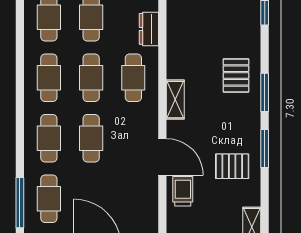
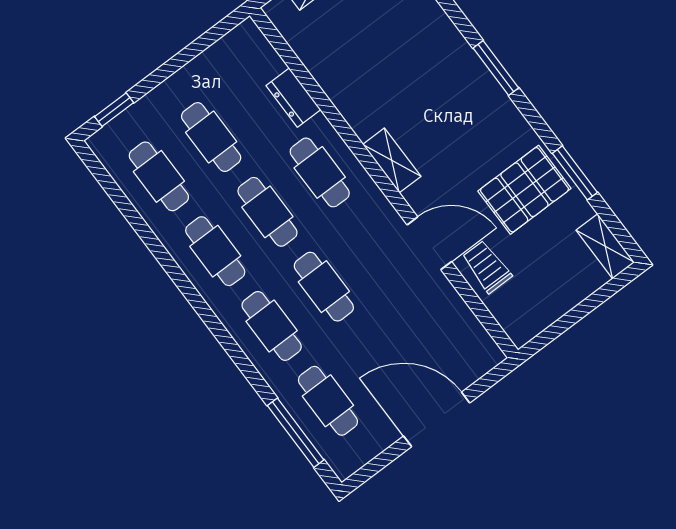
pallet: (236, 75) -> (445, 74), removed
window: (265, 148) -> (575, 173), moved
pallet: (232, 166) -> (524, 190), width x1.50, depth x1.42

